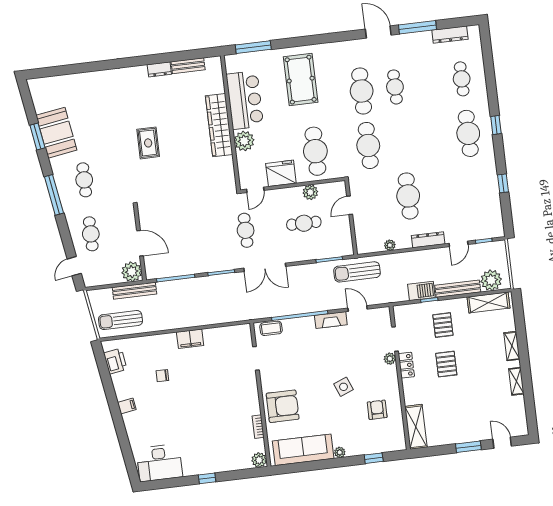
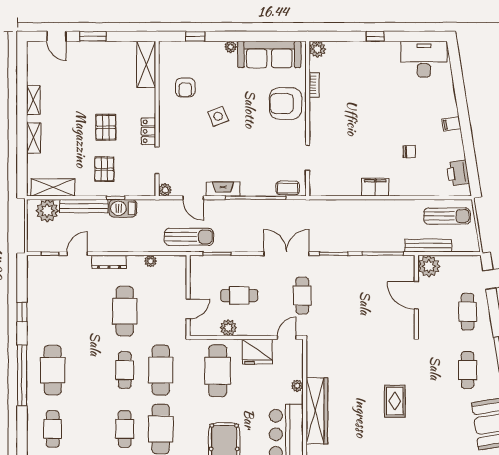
window: (496, 125) -> (22, 375), width x3.17
plant: (244, 141) -> (297, 386), width x0.53, depth x0.53
cafe table: (402, 141) -> (125, 370), added
plant: (390, 359) -> (165, 190), moved

